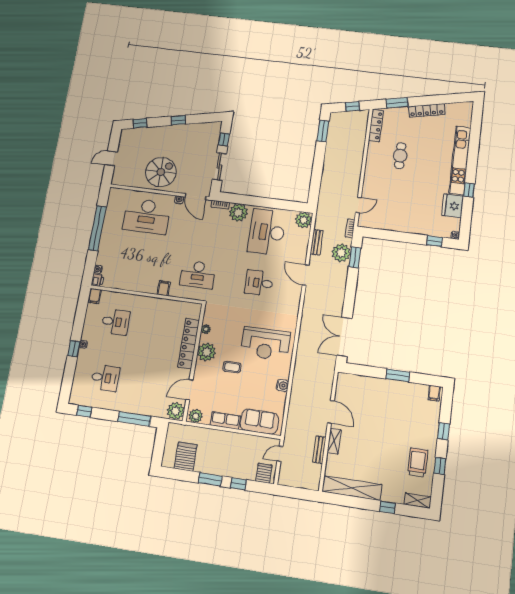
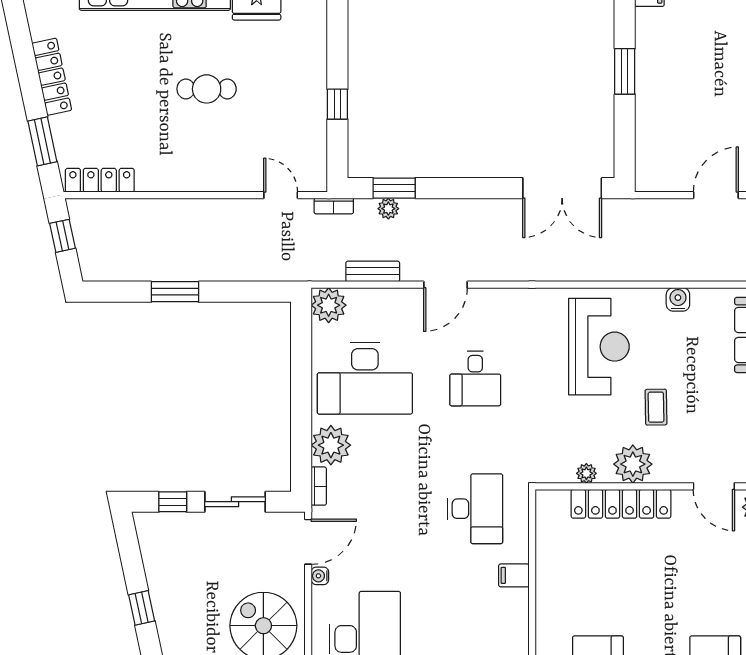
window: (323, 131) -> (175, 292), moved
cafe table: (400, 156) -> (207, 89), moved
window: (435, 241) -> (337, 104), moved
plant: (341, 253) -> (388, 209), width x0.53, depth x0.53

